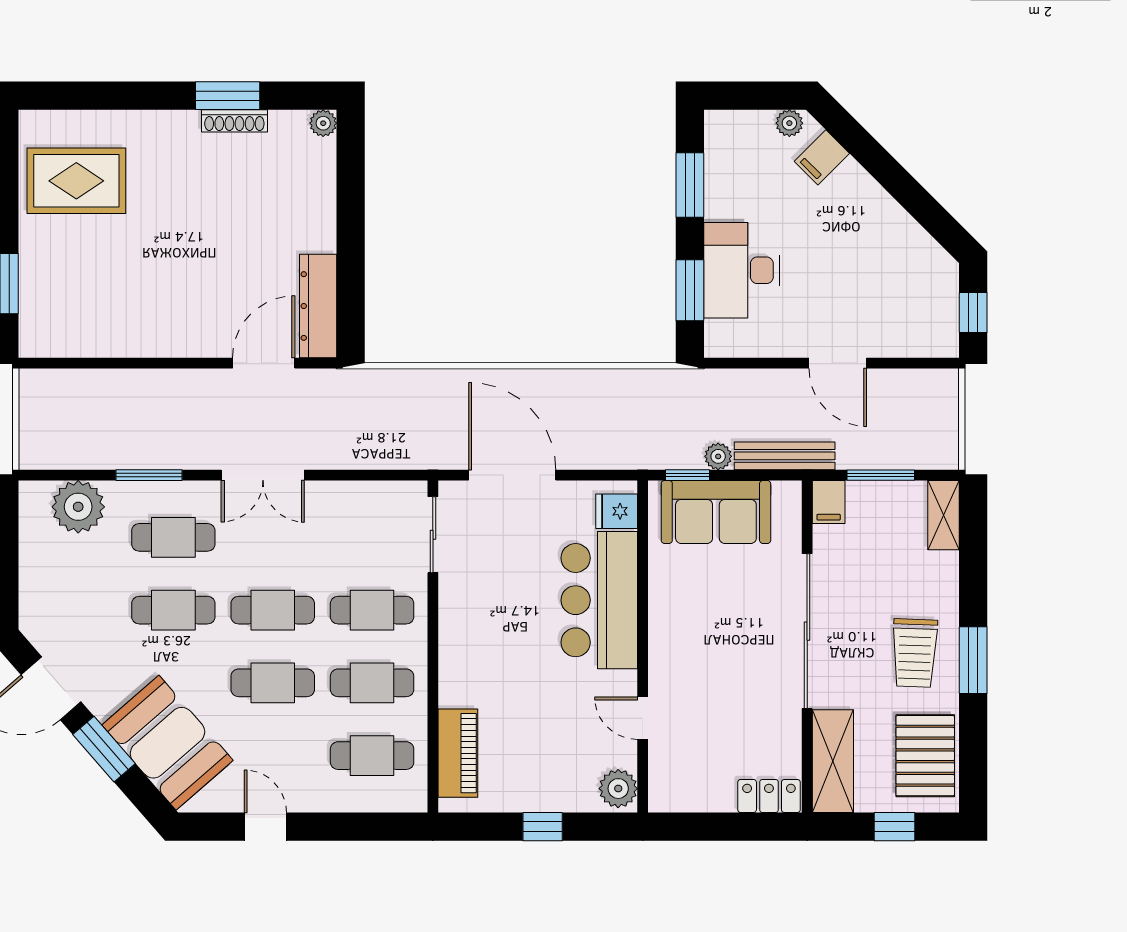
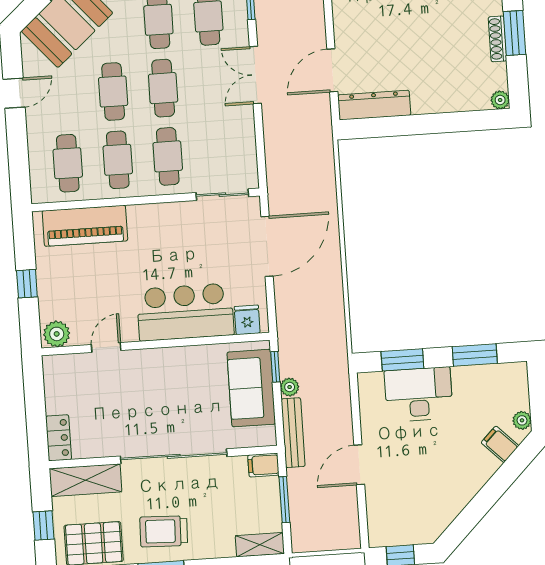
door: (264, 363) -> (332, 70), swing flipped
piano: (458, 753) -> (85, 226), width x1.37, depth x1.33

